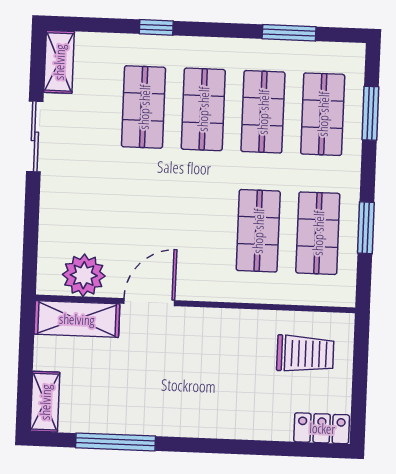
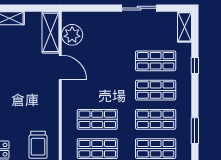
shelving: (59, 62) -> (184, 27), moved, turned 90

